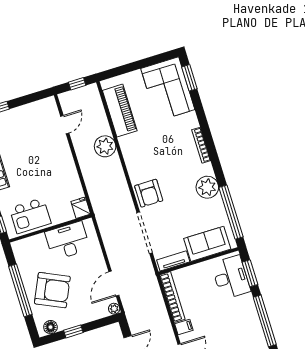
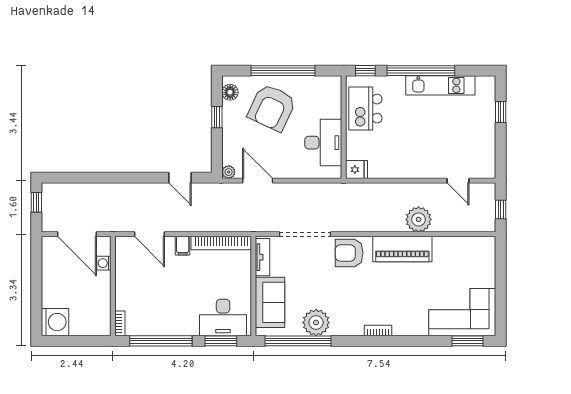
piano: (120, 111) -> (402, 249), moved
bookcase: (201, 145) -> (378, 330), width x0.64
plant: (207, 187) -> (316, 323), moved

